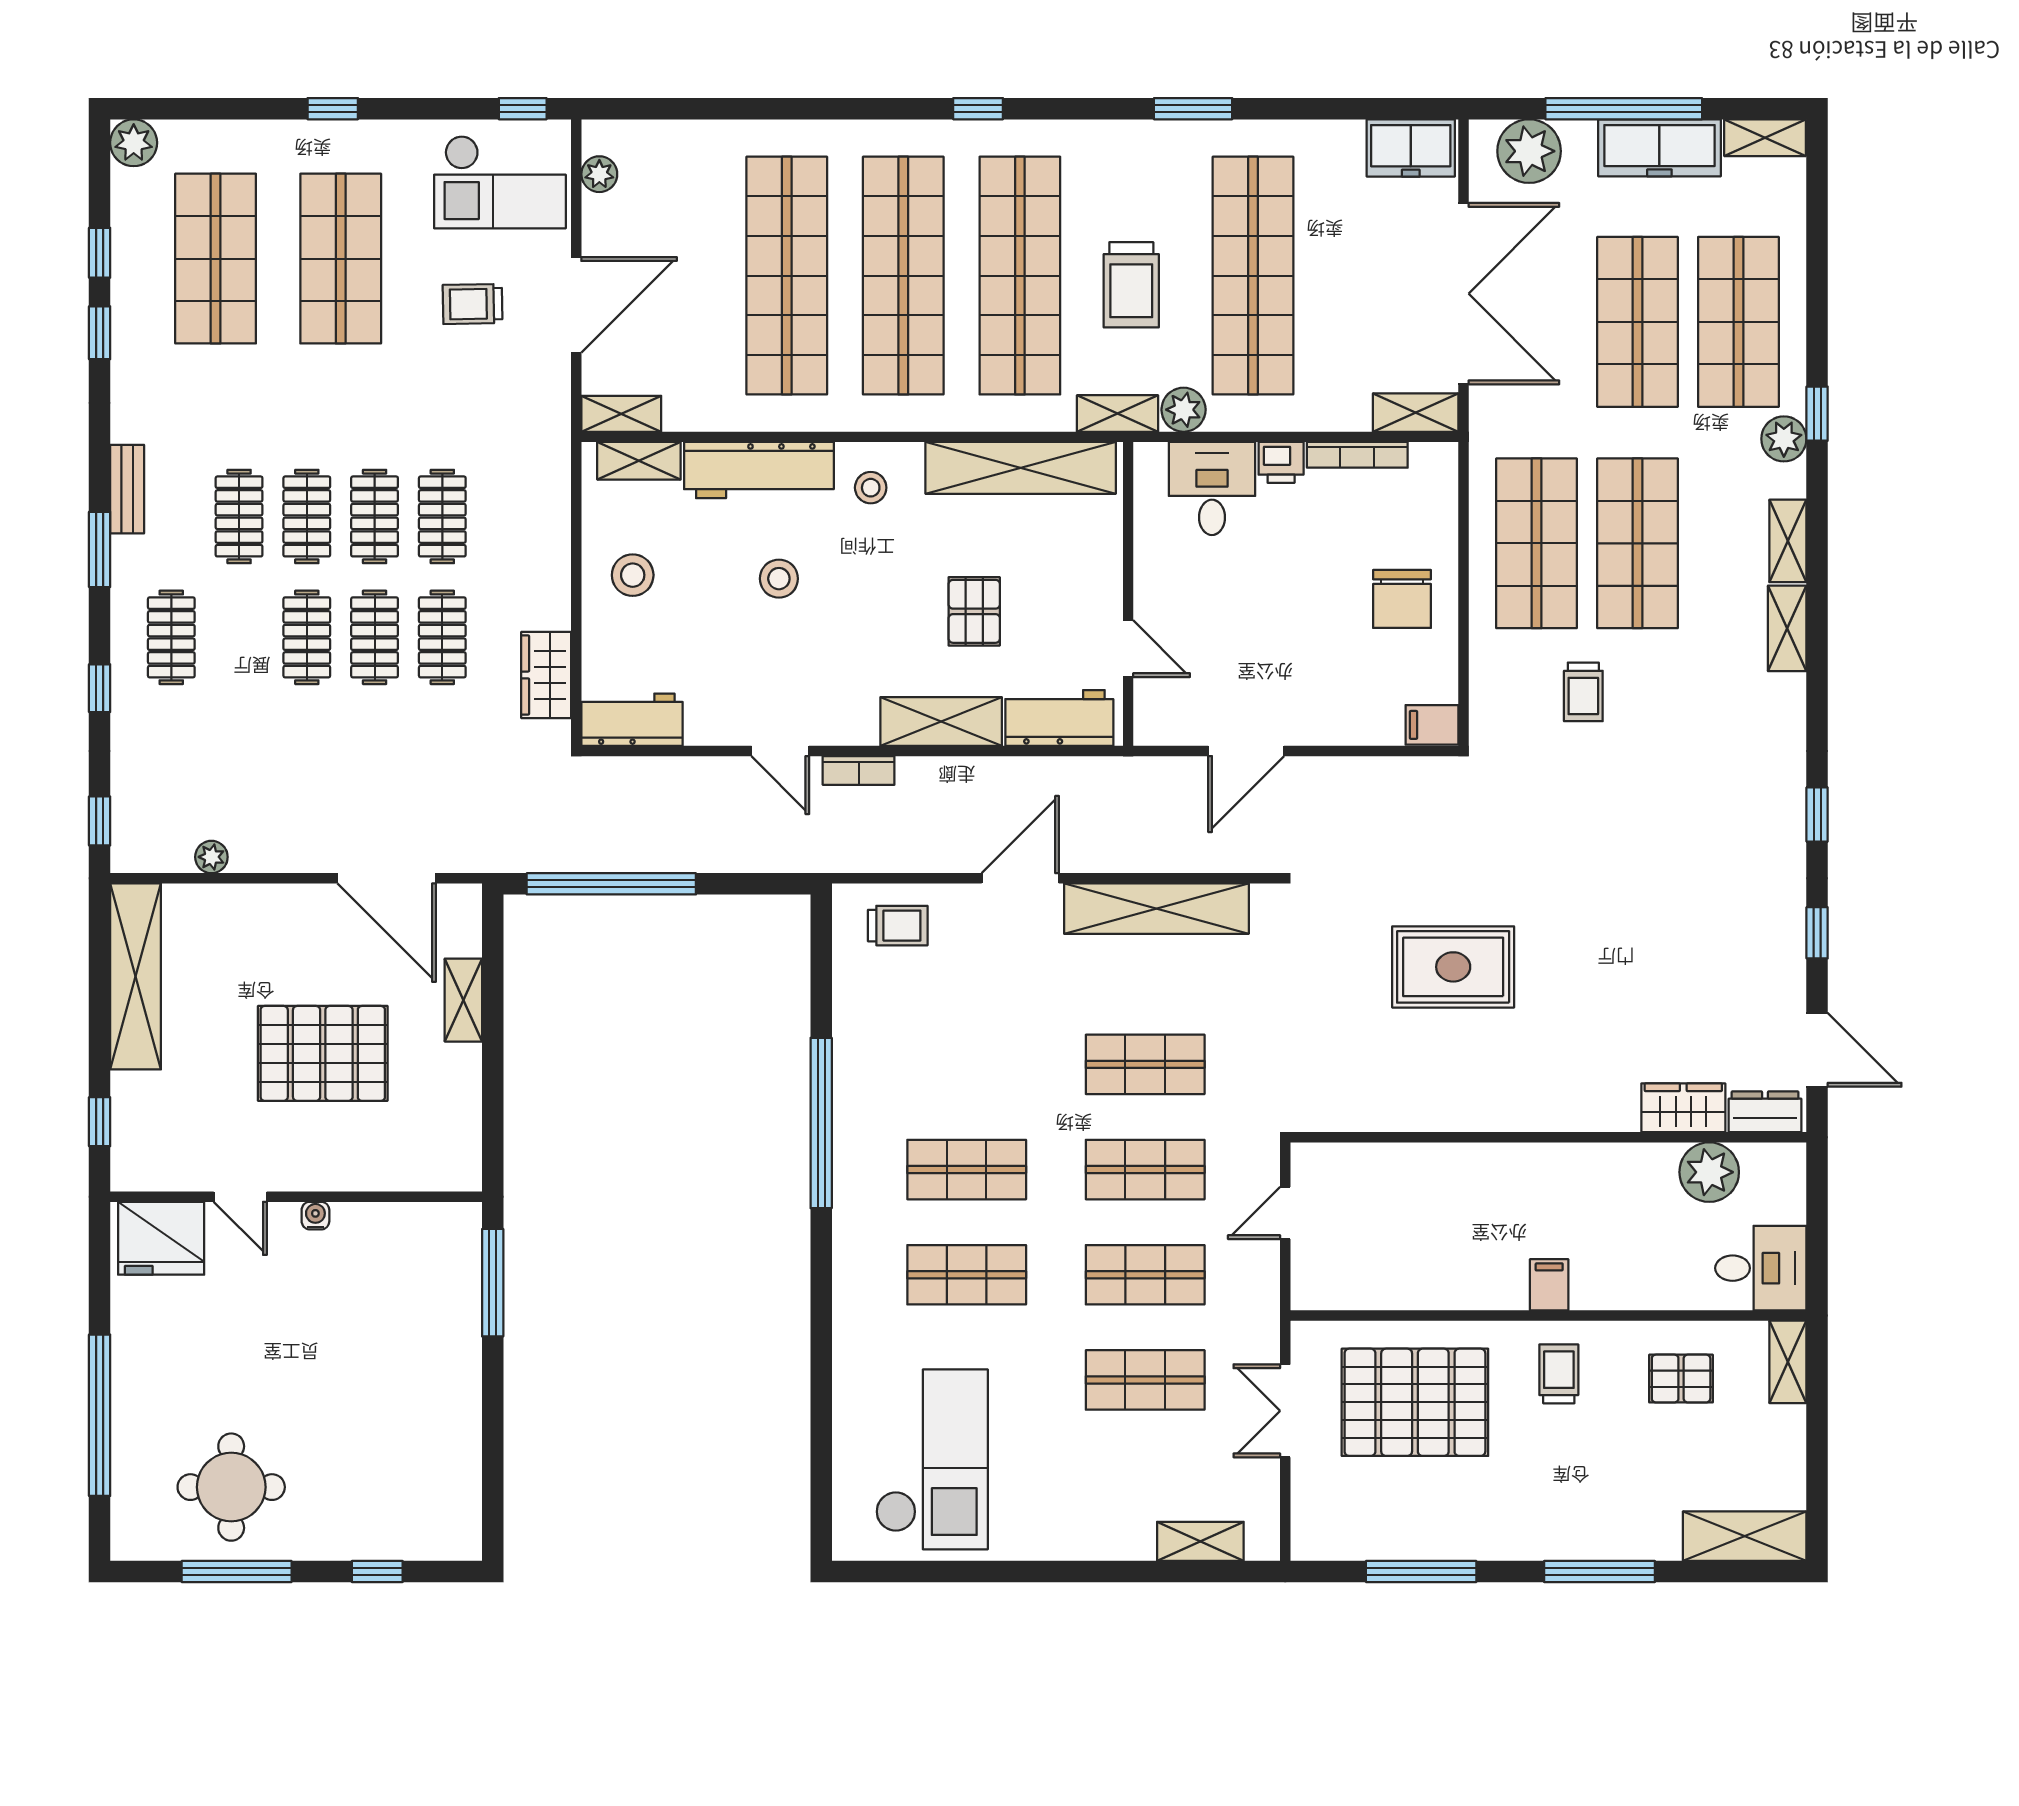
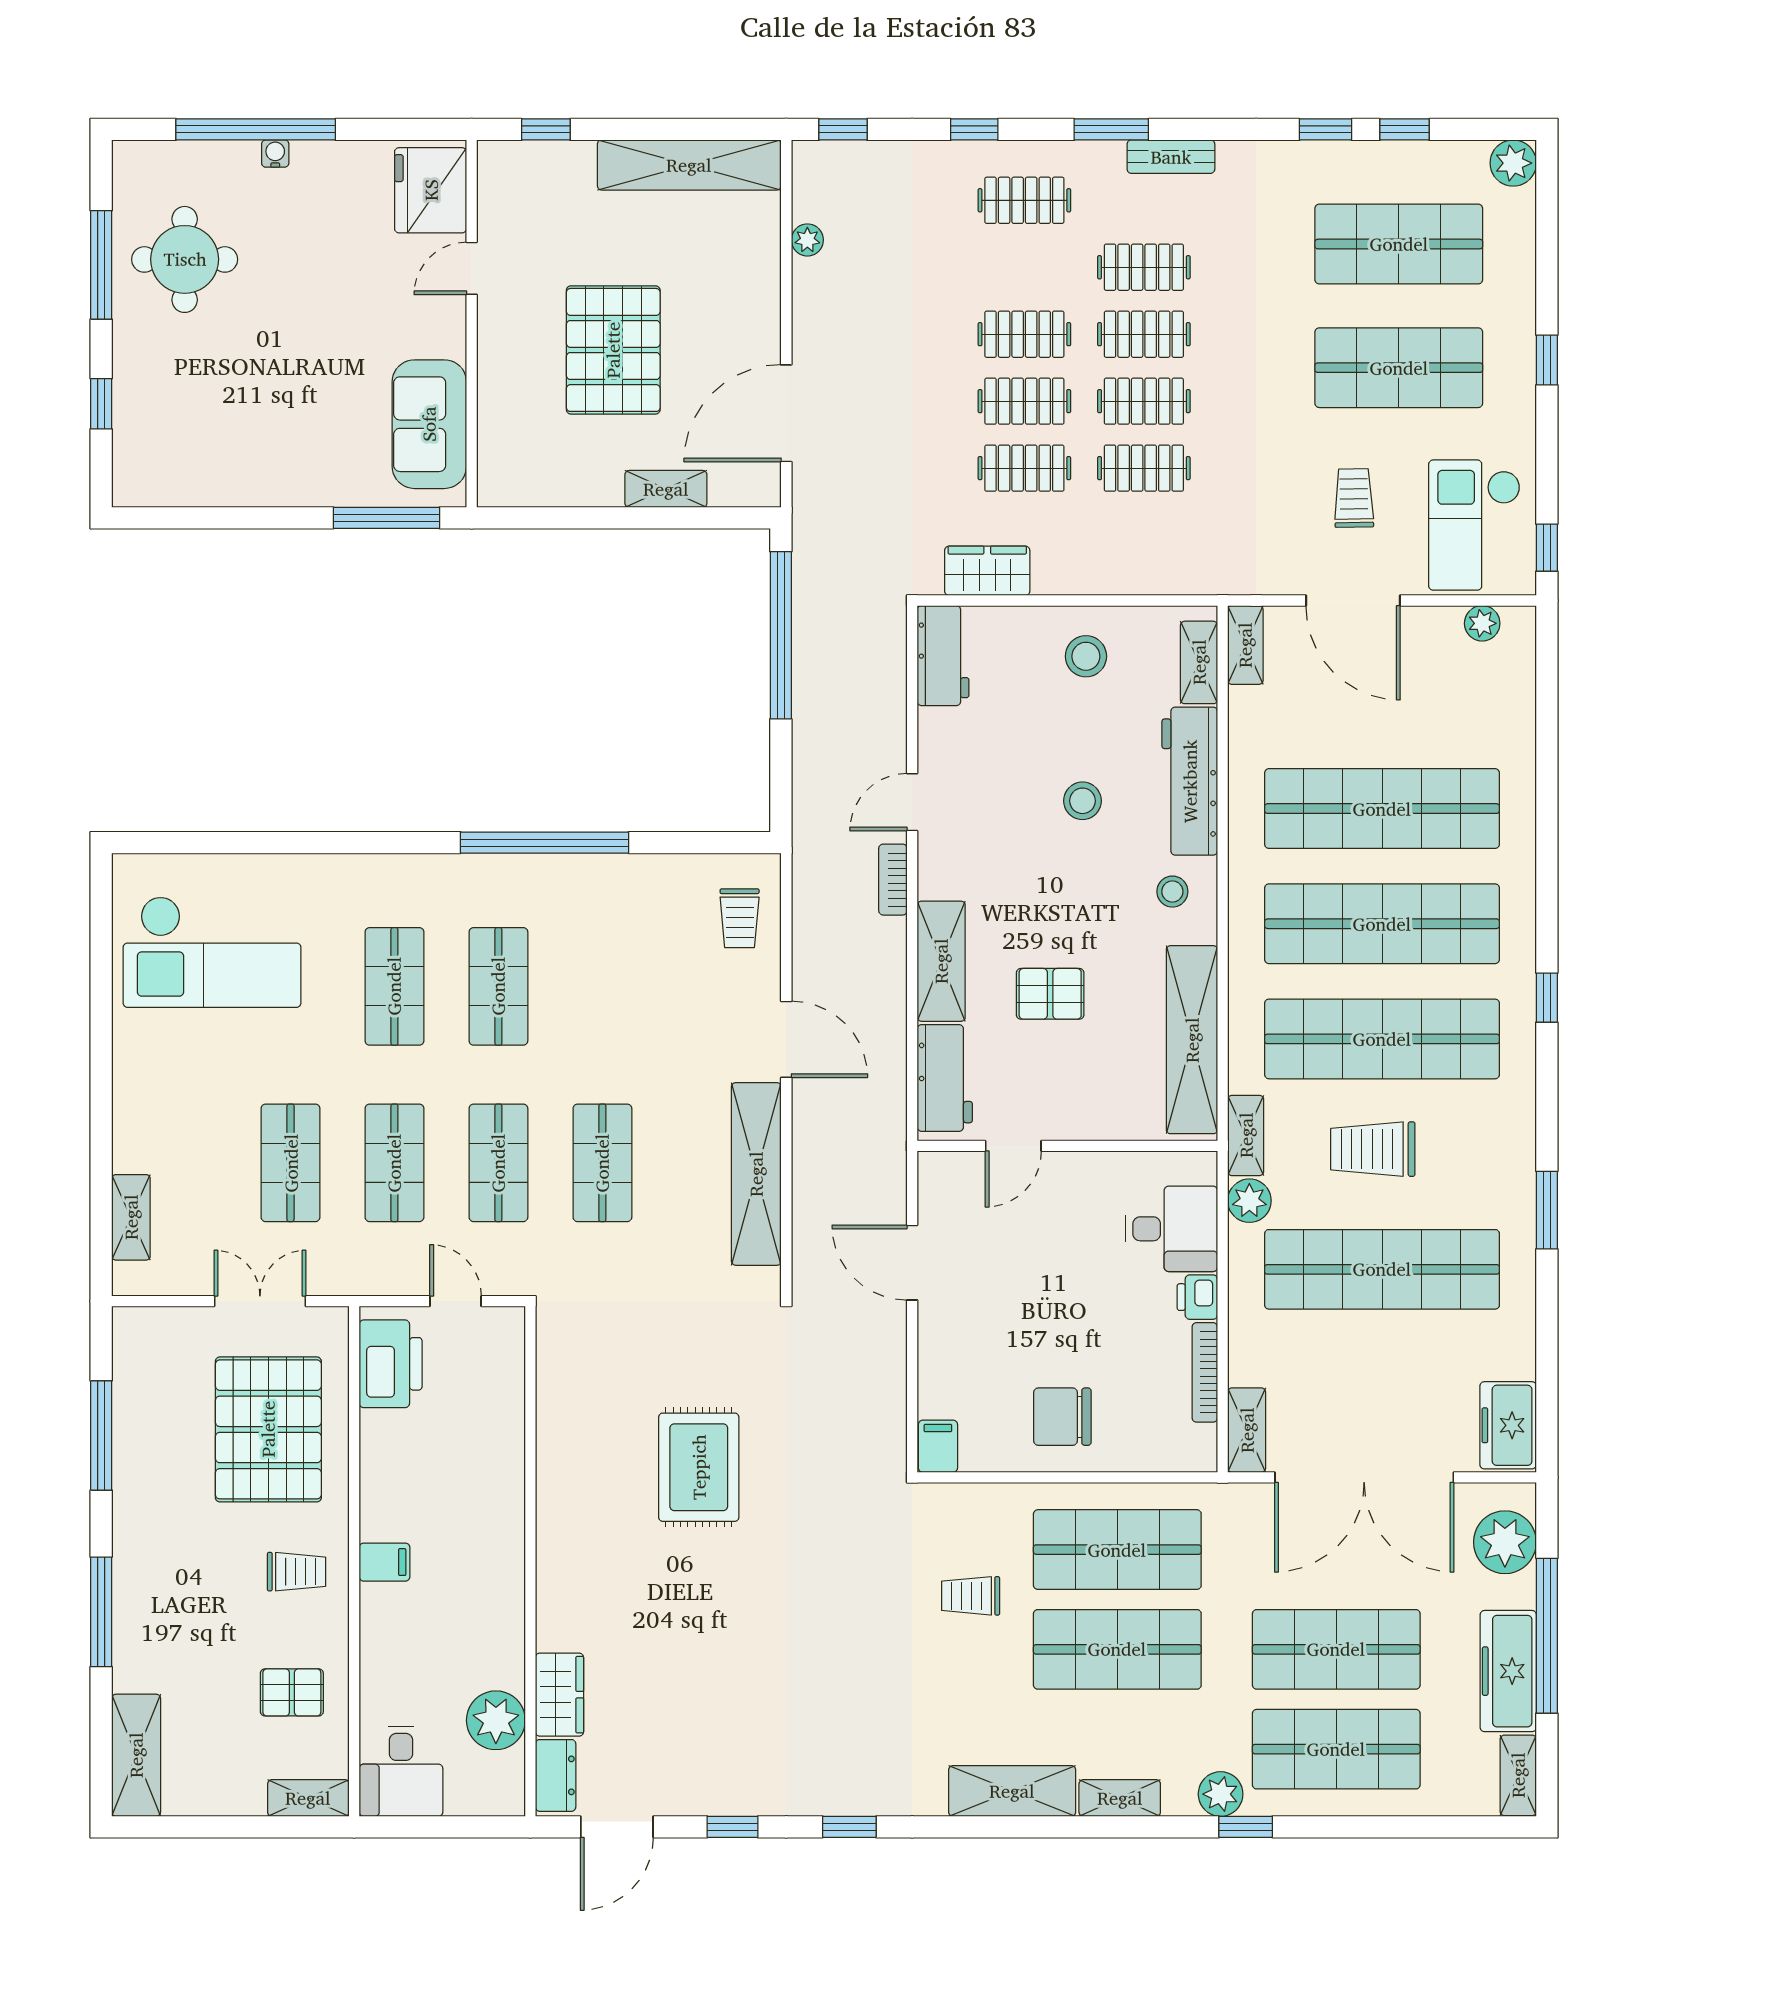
shelving: (1787, 628) -> (1012, 1791), width x1.50, depth x1.33
water cooler: (315, 1216) -> (275, 154), moved, turned -90
sofa: (398, 1239) -> (429, 424), added
printer: (1349, 1279) -> (391, 1364), added
pallet: (1681, 1379) -> (292, 1692), turned 90

